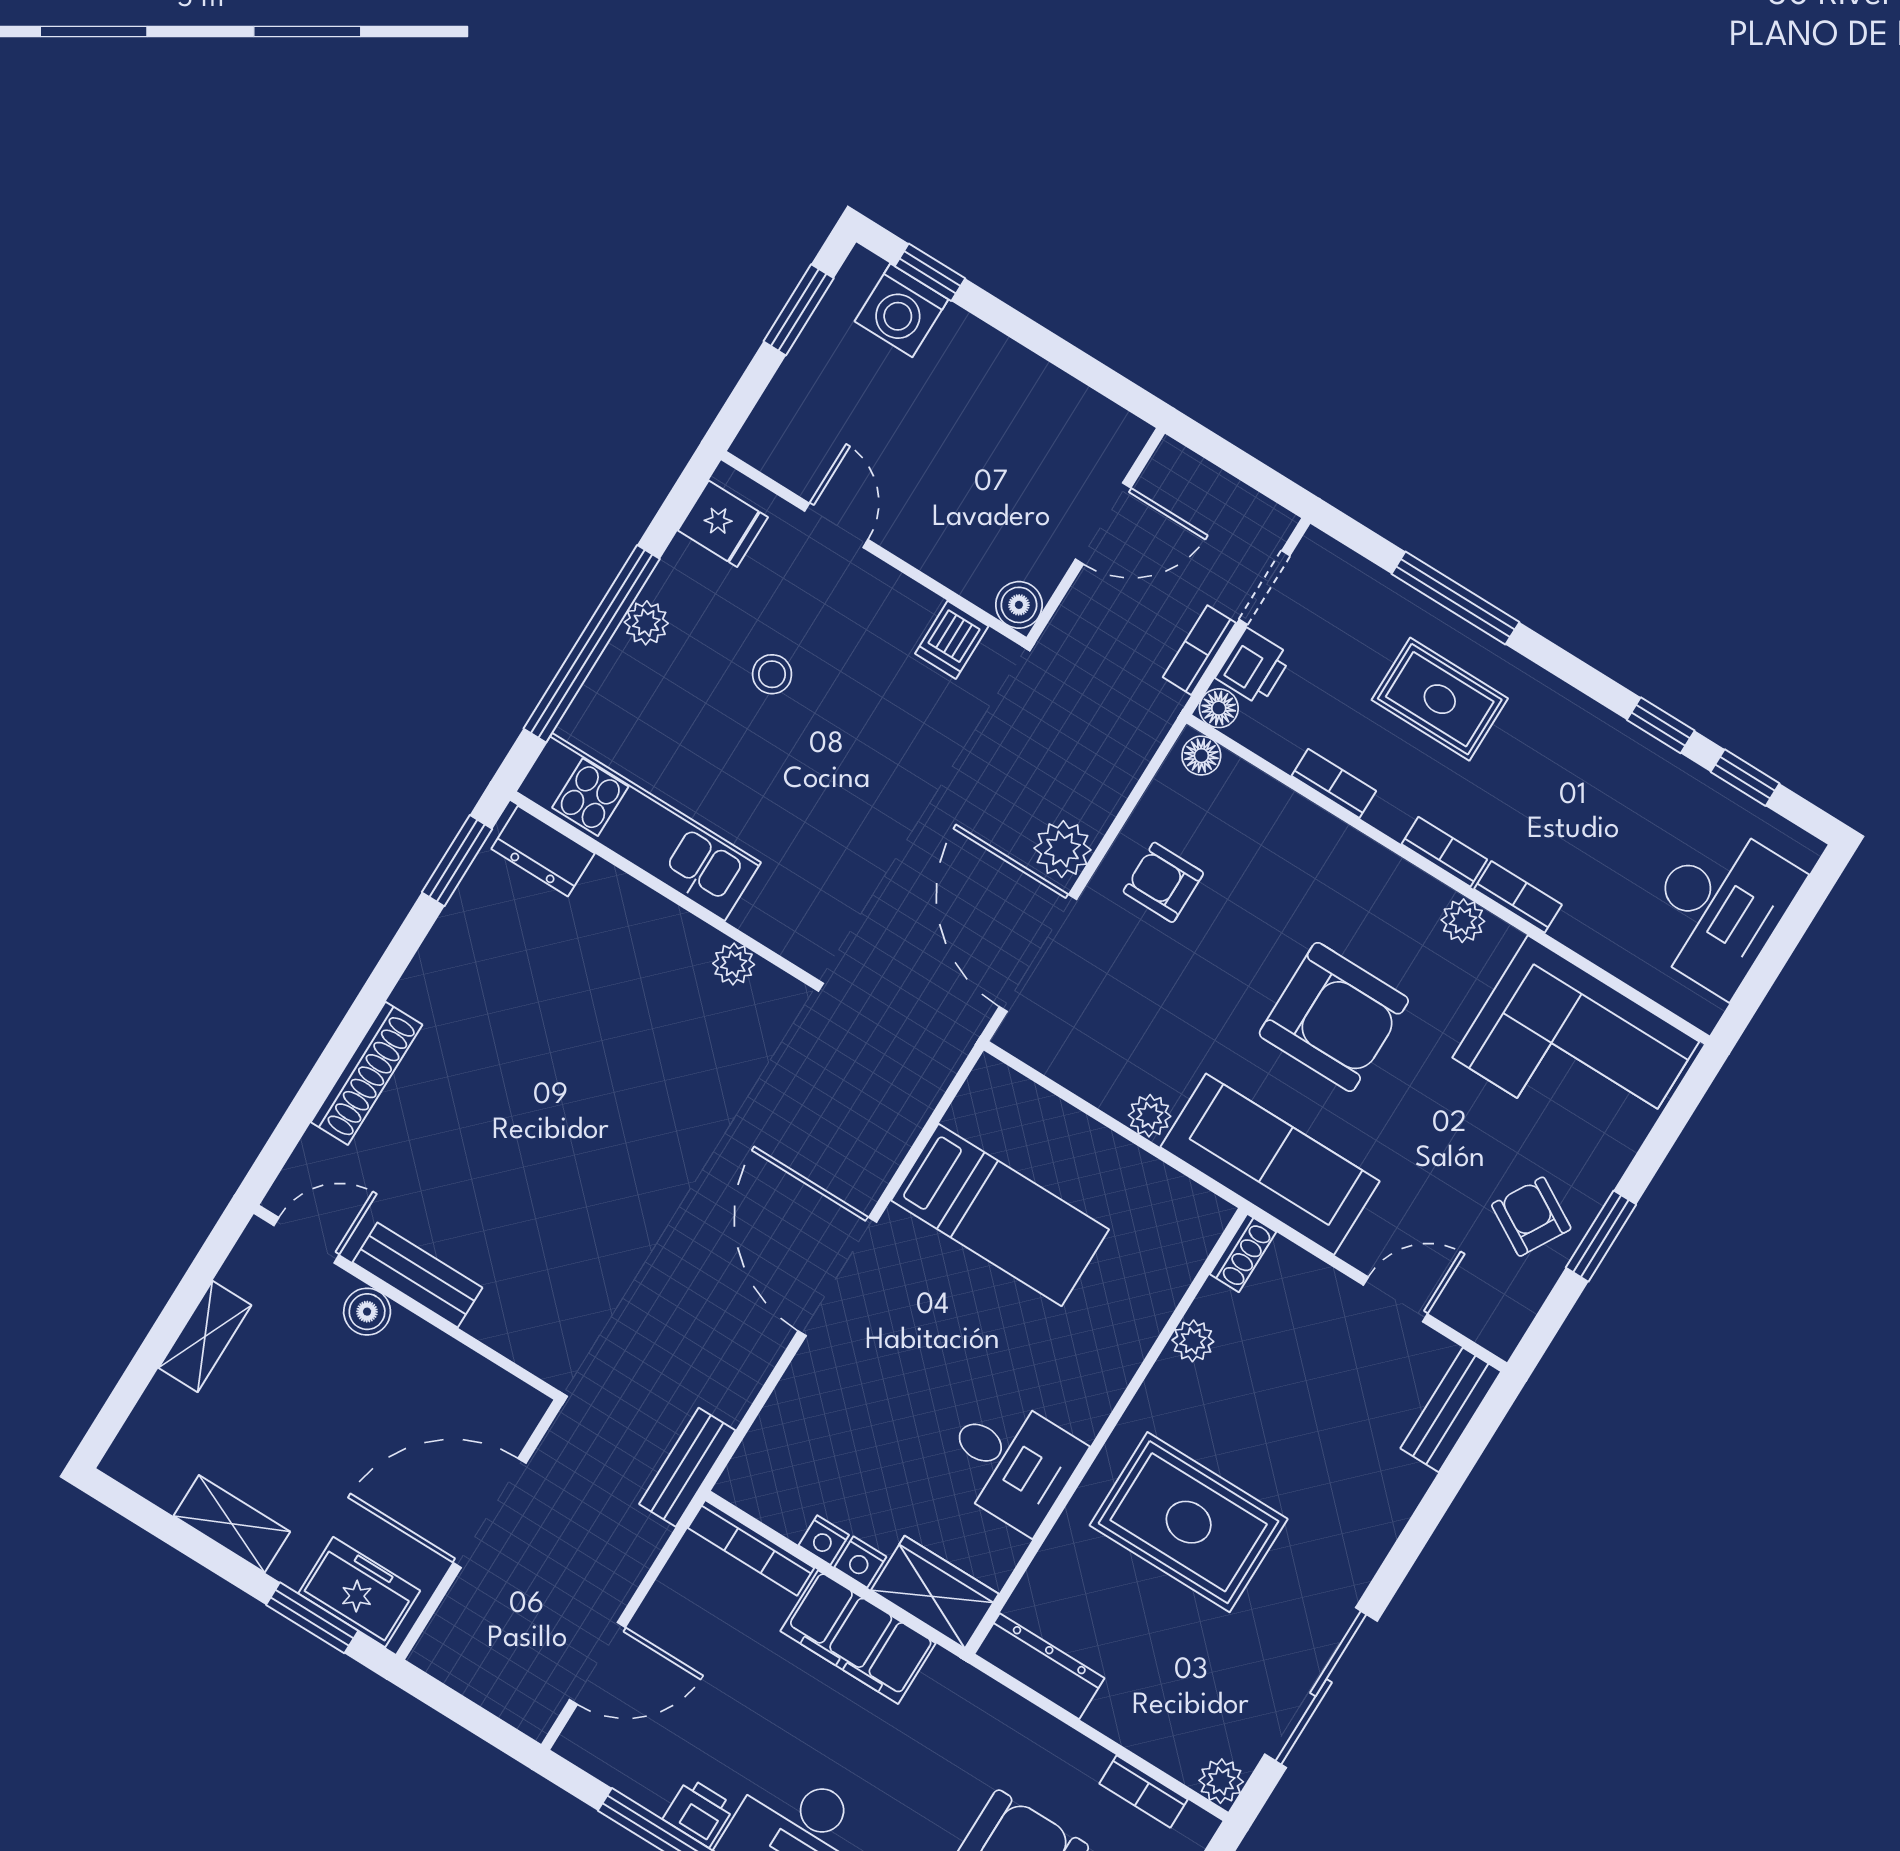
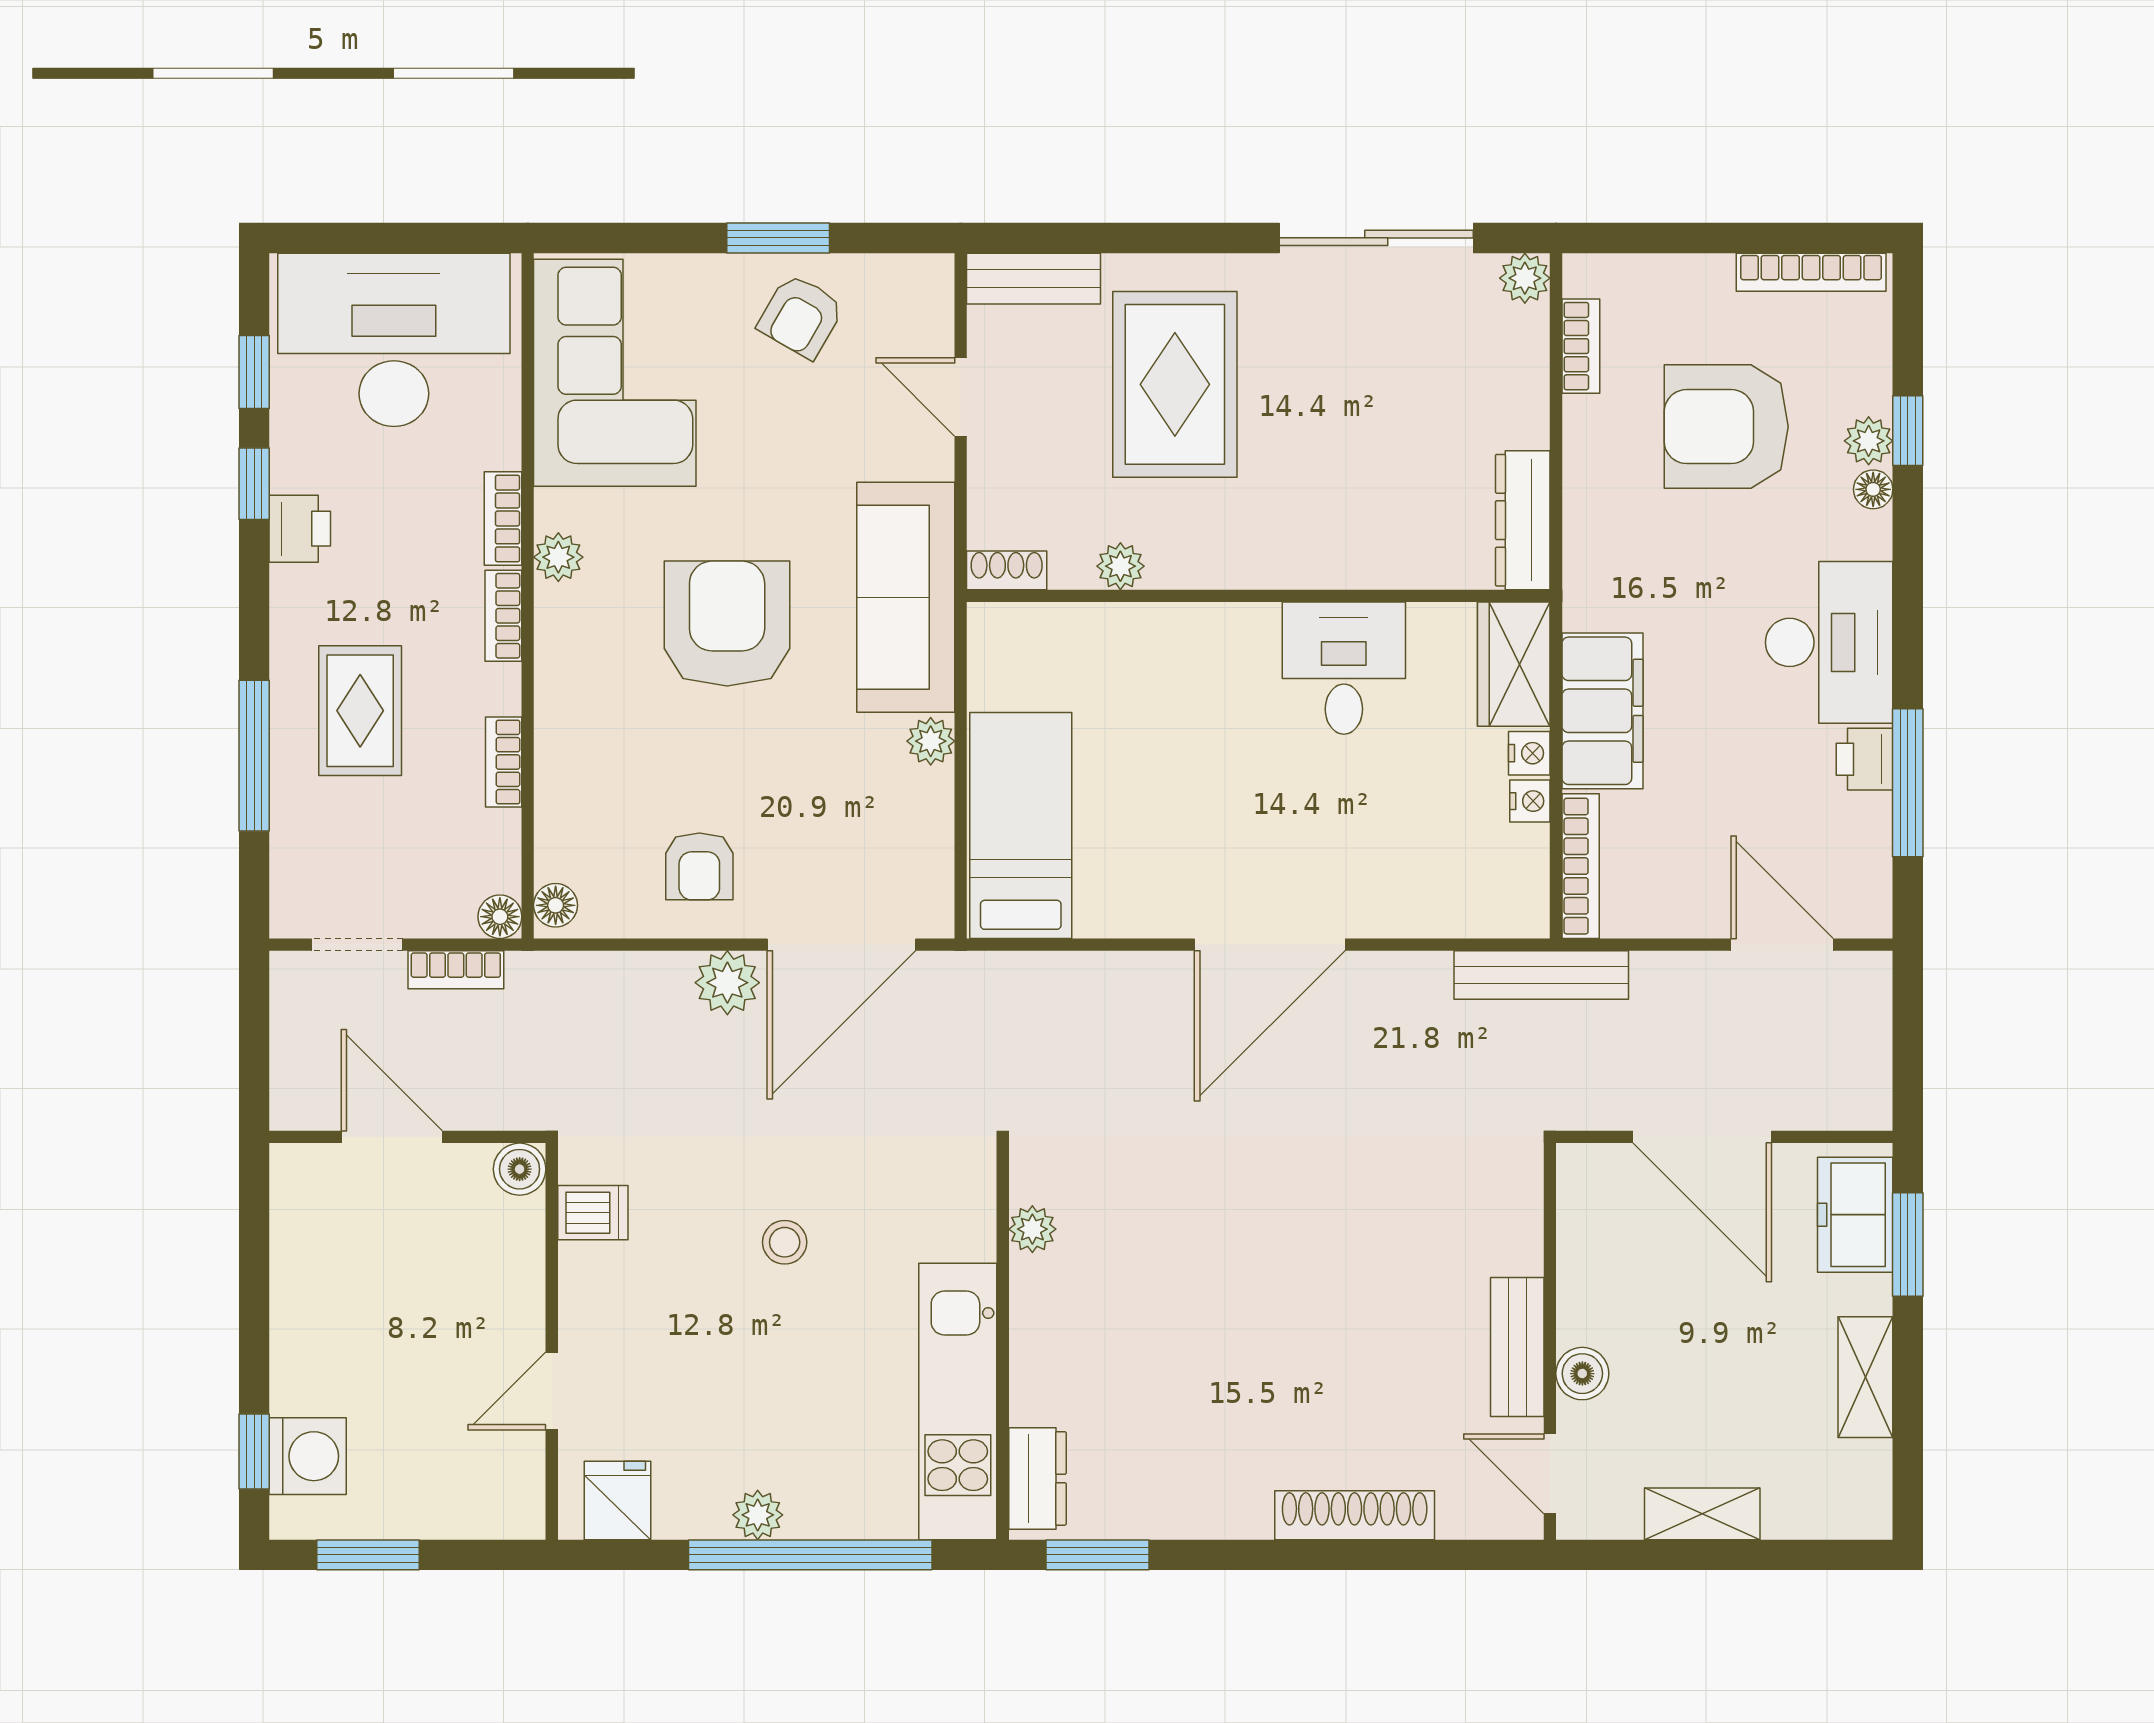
printer: (1254, 667) -> (300, 529), moved, turned 90
stool: (772, 674) -> (785, 1242), moved
desk: (1719, 908) -> (394, 340), width x1.36, depth x1.30
bed: (1000, 1215) -> (1021, 825), moved
bench: (687, 1467) -> (1541, 975), width x1.36
rug: (1189, 1522) -> (1175, 384), moved

